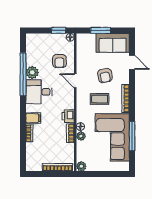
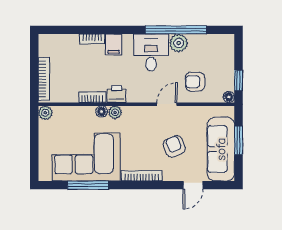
sofa: (113, 43) -> (221, 149), width x1.36
armchair: (105, 76) -> (174, 146), turned 79
coffee table: (100, 99) -> (141, 139), removed
plant: (81, 136) -> (115, 112), moved

